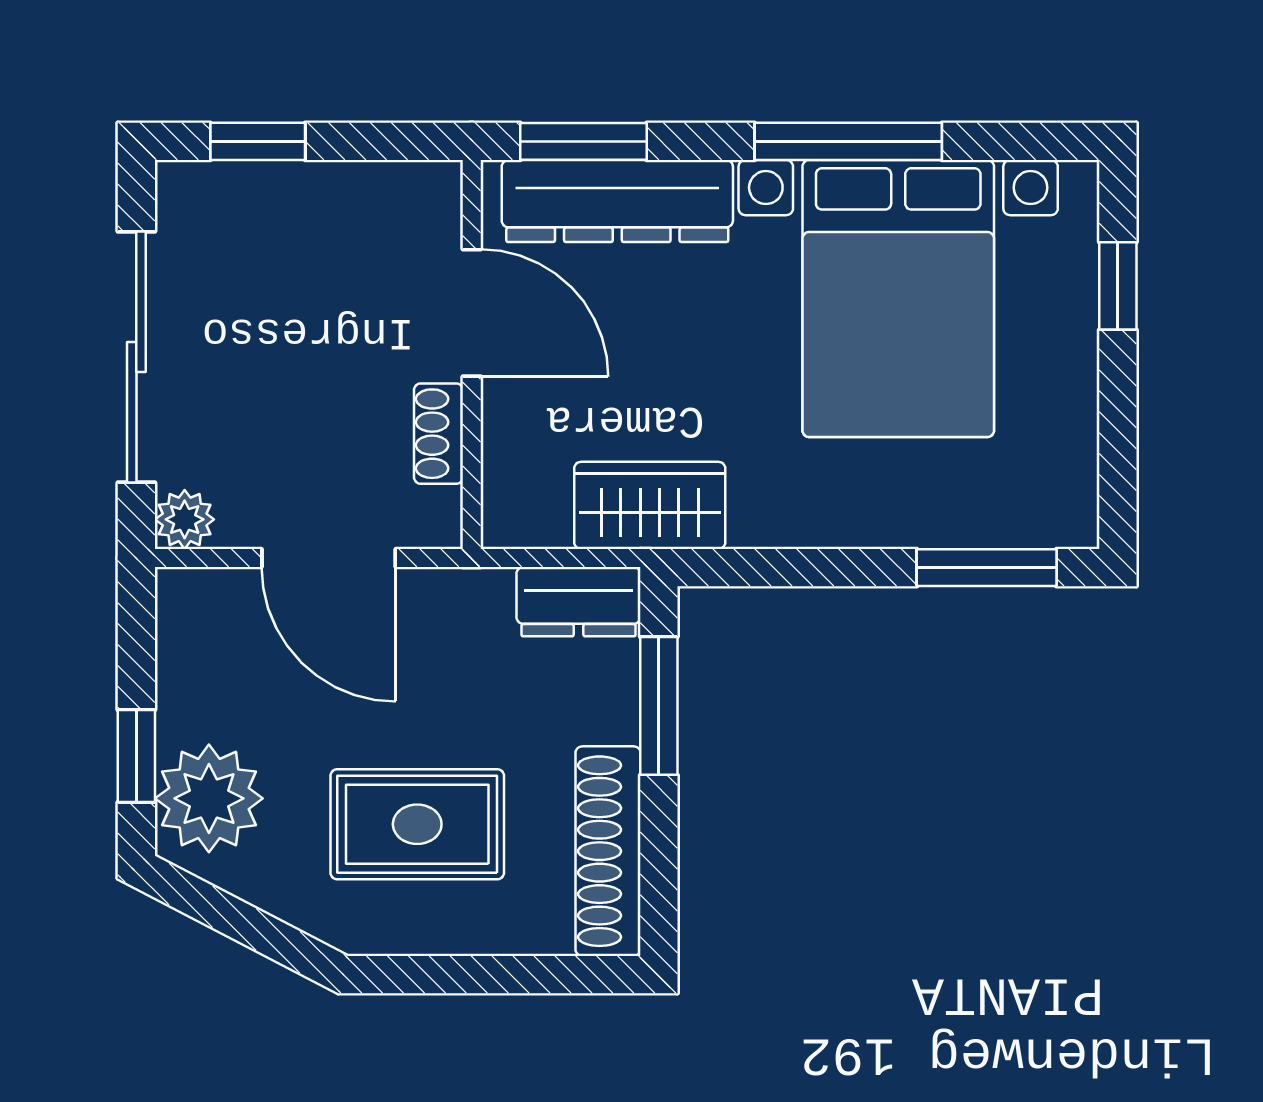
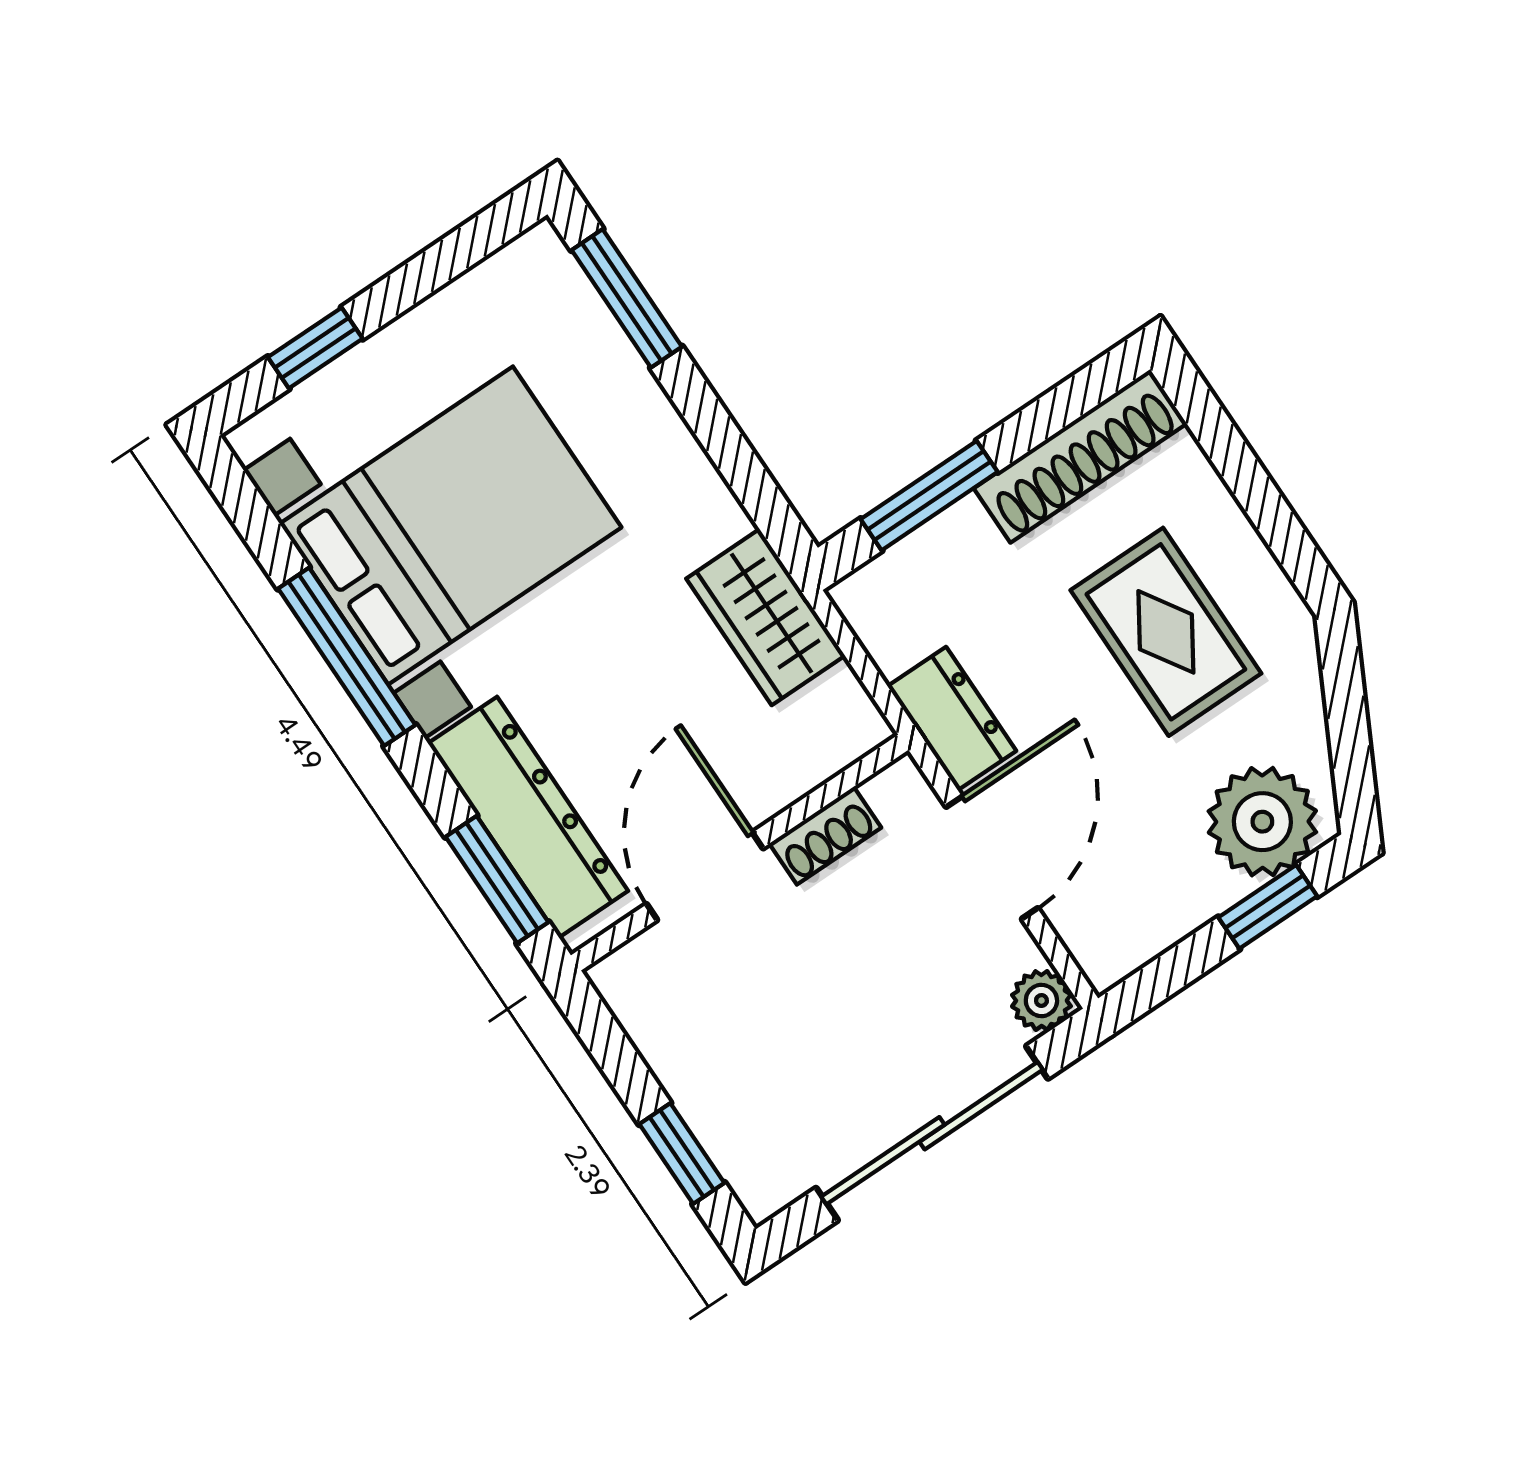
dresser: (579, 602) -> (952, 718), moved

